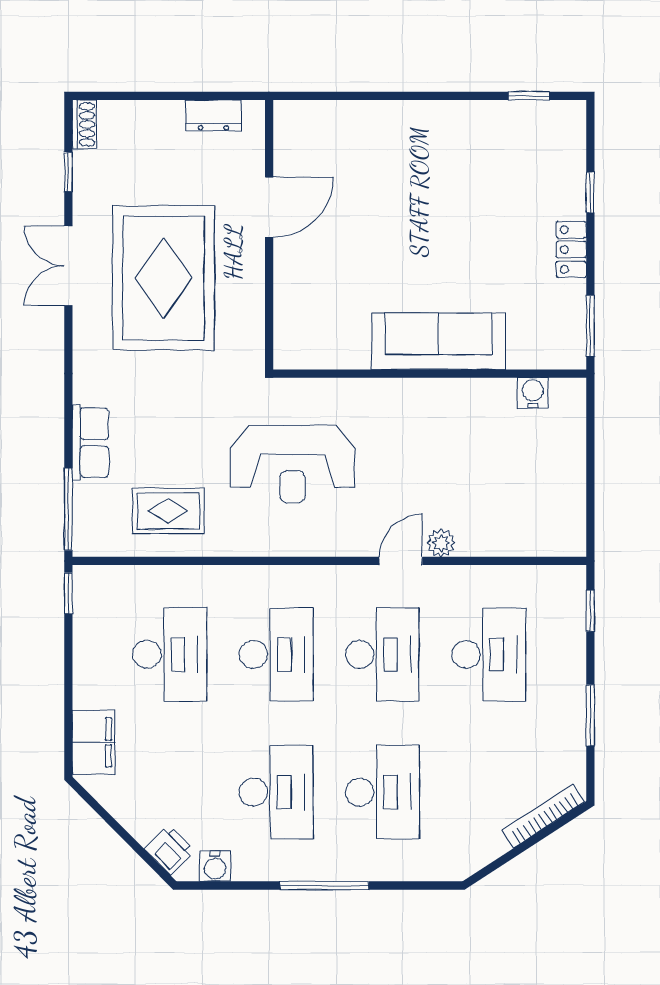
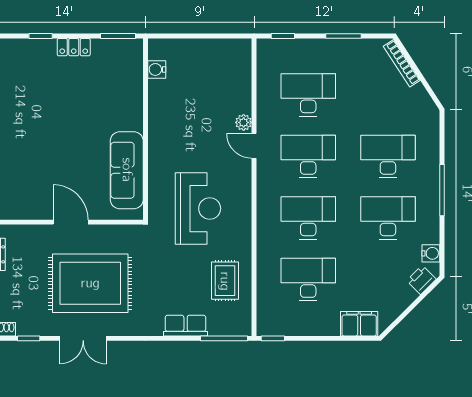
door: (269, 207) -> (71, 222), moved
sofa: (439, 341) -> (127, 170), moved

